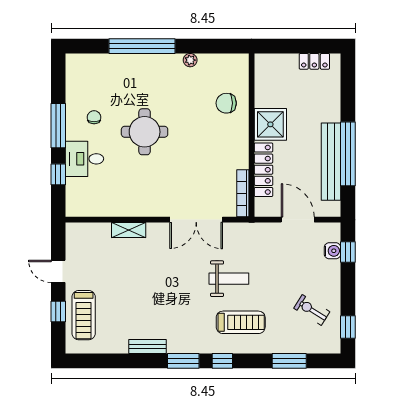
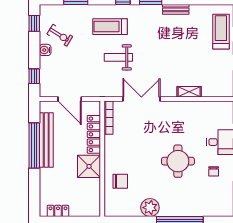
plant: (190, 60) -> (150, 208), width x1.88, depth x1.88
water cooler: (332, 251) -> (45, 50), moved

